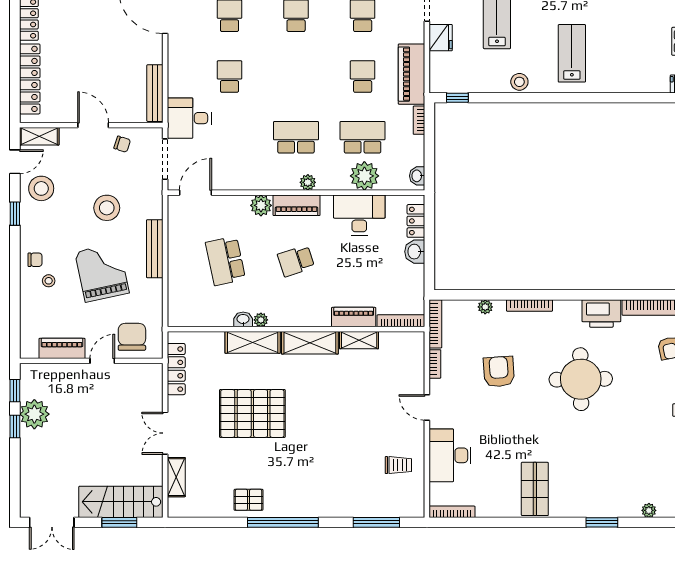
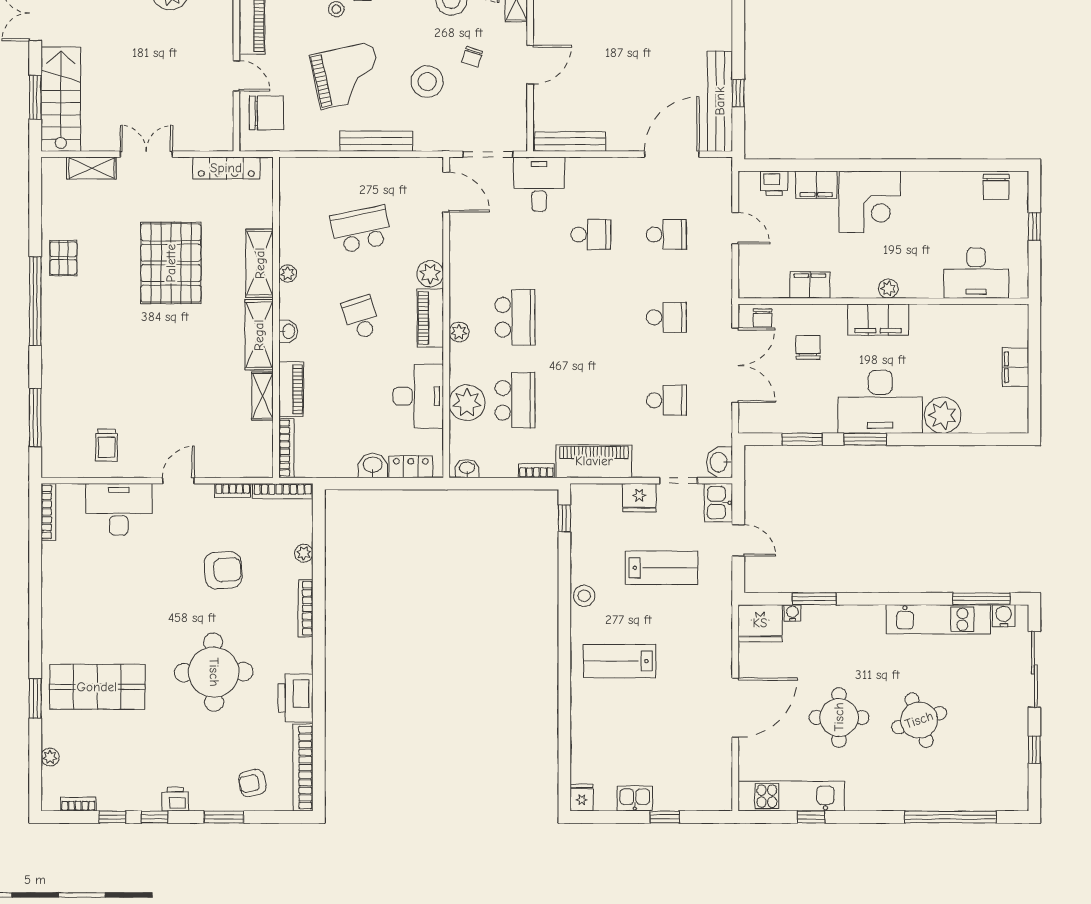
lab bench: (572, 53) -> (620, 661), turned 180
school desk: (363, 77) -> (591, 400), removed
chair: (122, 144) -> (472, 57), moved
washbasin: (243, 319) -> (288, 331), moved
shop shelf: (535, 489) -> (97, 687), moved, width x1.43, depth x1.36

